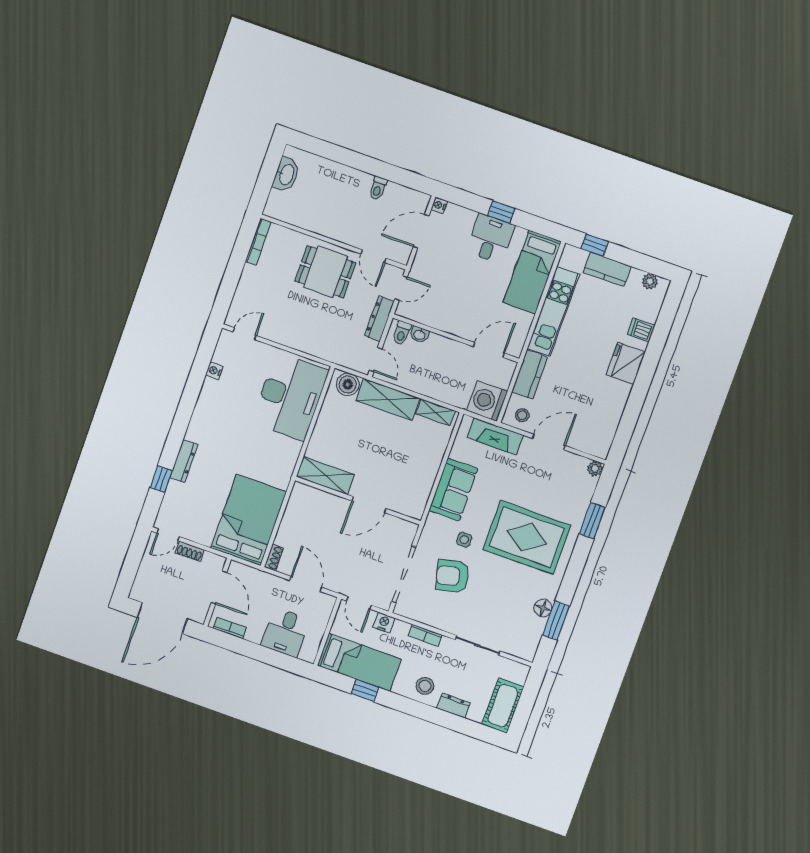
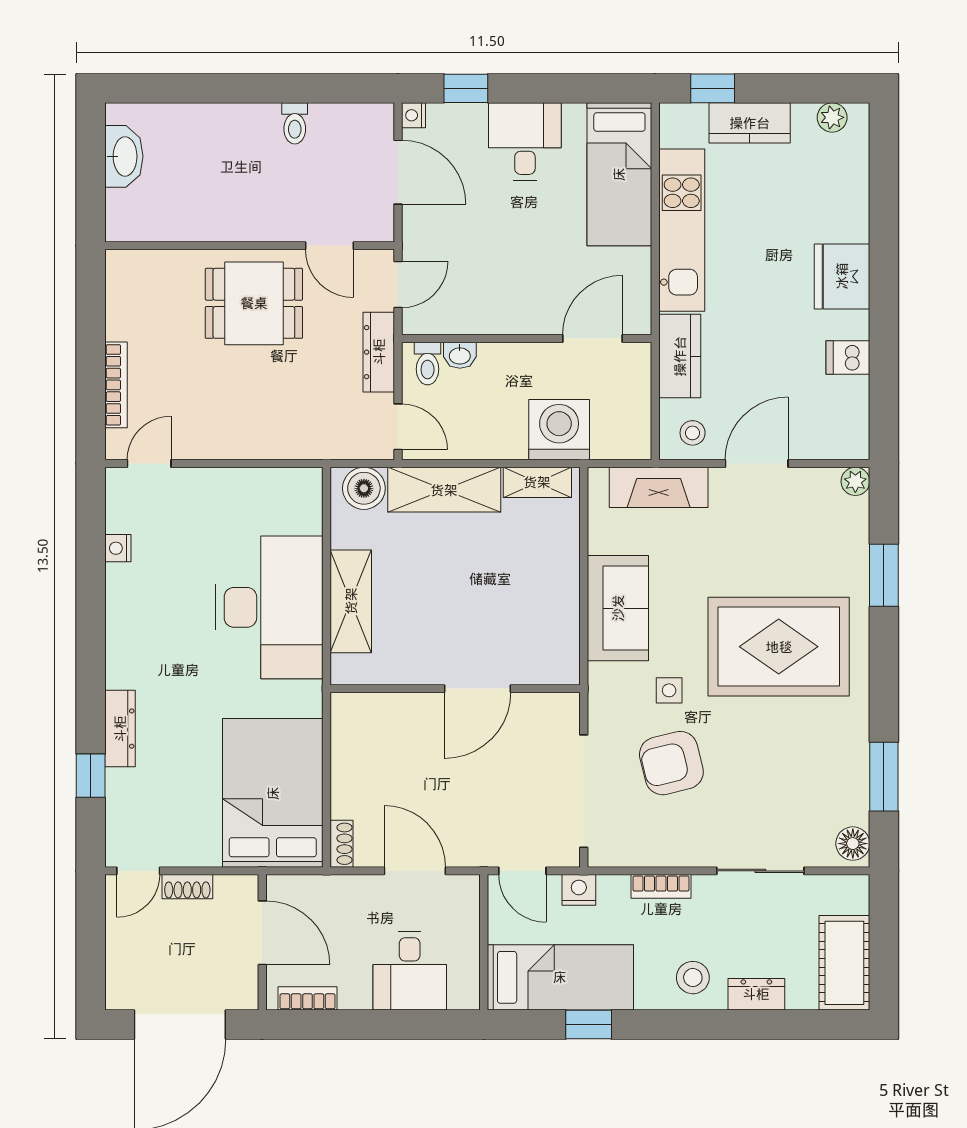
window: (501, 212) -> (466, 88), moved
door: (421, 231) -> (398, 172), swing flipped
bookcase: (258, 242) -> (116, 385), moved
dishwasher: (641, 330) -> (848, 357), moved
desk: (290, 397) -> (269, 607), moved
washing machine: (487, 401) -> (559, 430), moved, turned 90
shelving: (325, 476) -> (351, 601), moved, turned 90
floor lamp: (543, 608) -> (853, 844), moved

